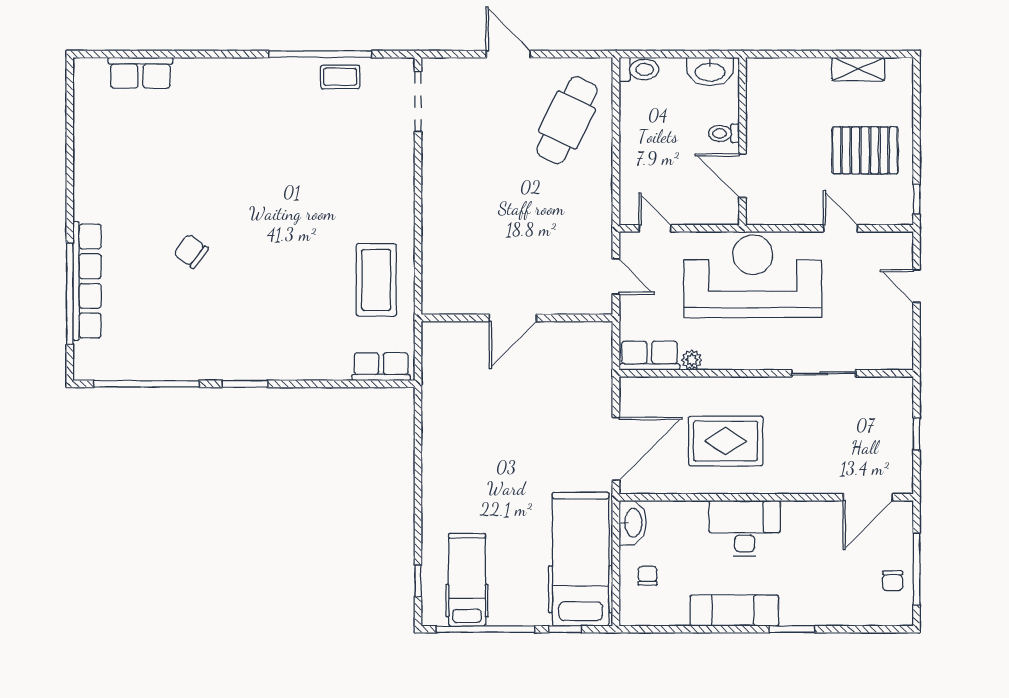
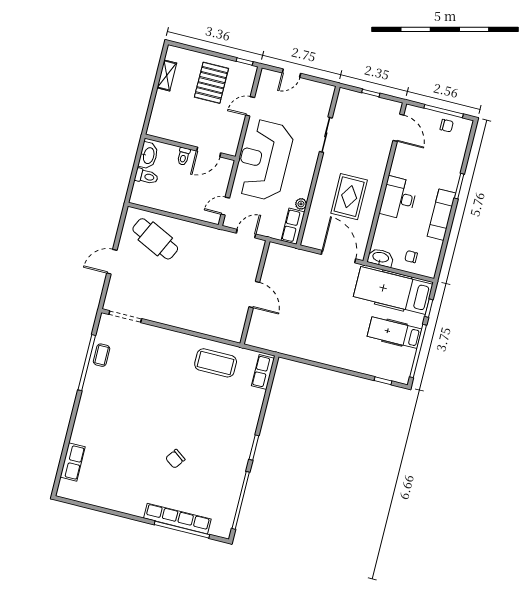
toilet: (639, 69) -> (146, 176), moved, turned 90
hospital bed: (467, 580) -> (394, 333), moved

